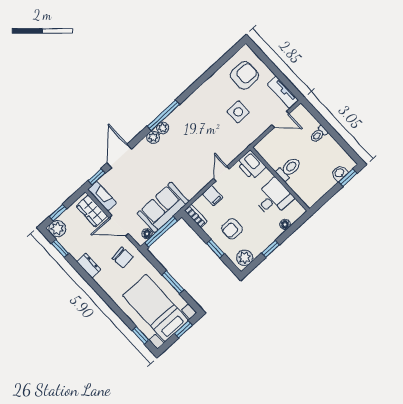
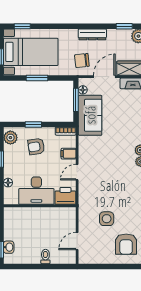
tv unit: (283, 92) -> (93, 258), removed
toilet: (289, 169) -> (41, 217), removed
door: (222, 174) -> (77, 172), swing flipped
desk: (273, 198) -> (36, 191), width x1.37
armchair: (232, 229) -> (36, 147), turned -99
window: (161, 232) -> (76, 100), width x0.69
dresser: (89, 266) -> (92, 34), width x1.44

